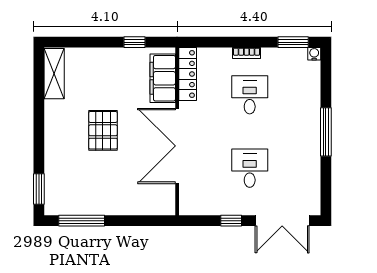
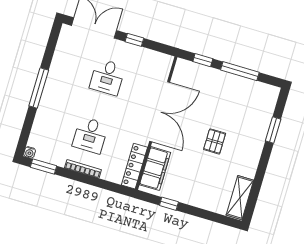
bookcase: (247, 53) -> (83, 169), width x1.56
pallet: (103, 130) -> (215, 141), width x0.67, depth x0.71
window: (39, 189) -> (273, 130), moved
window: (82, 221) -> (240, 71), moved
window: (145, 221) -> (203, 60), added

